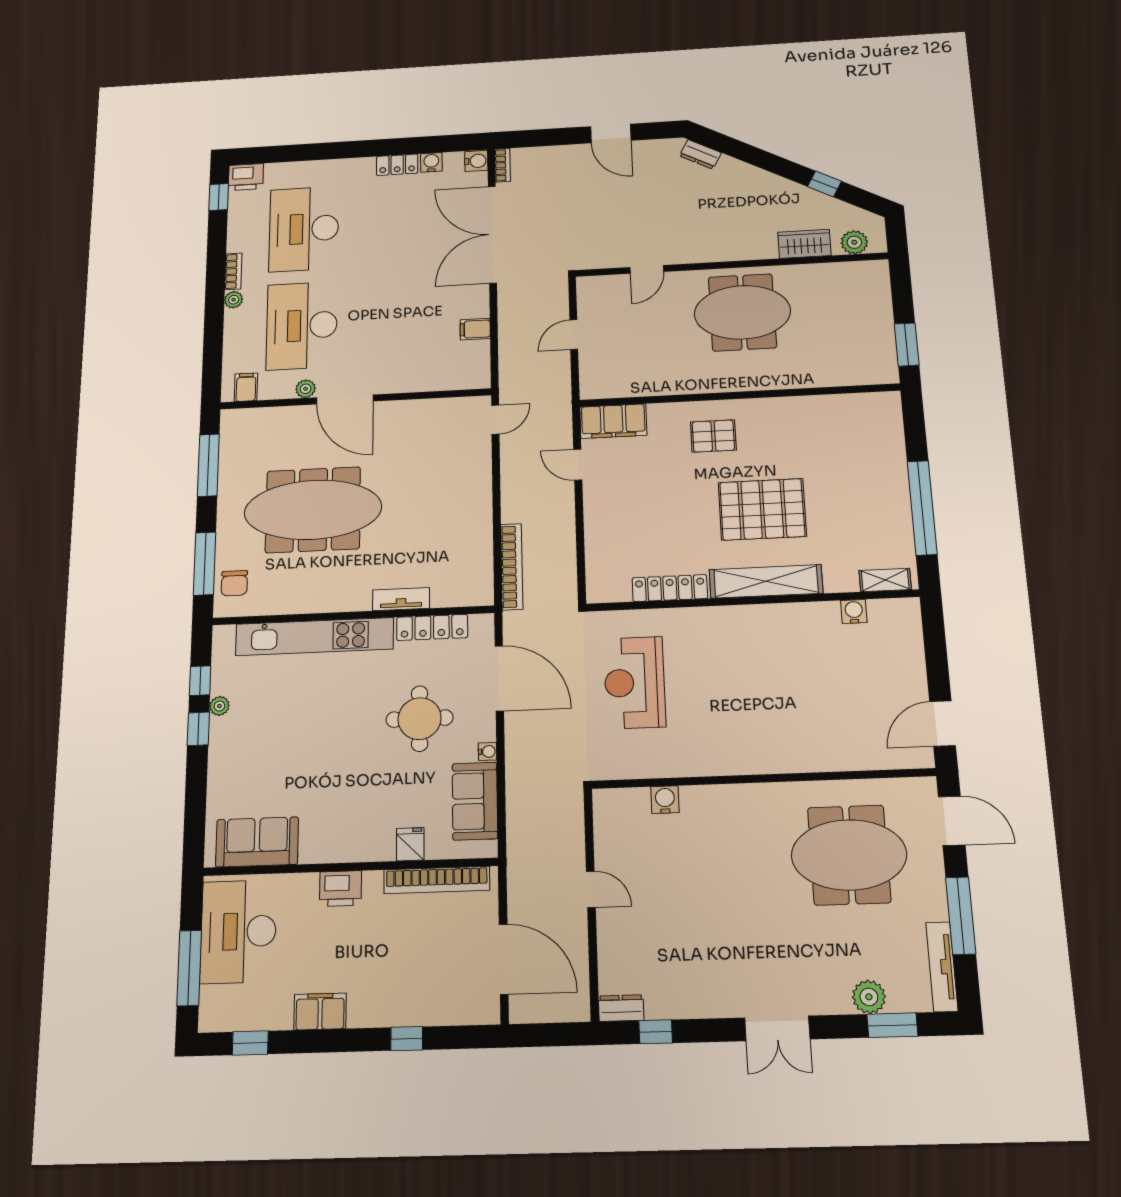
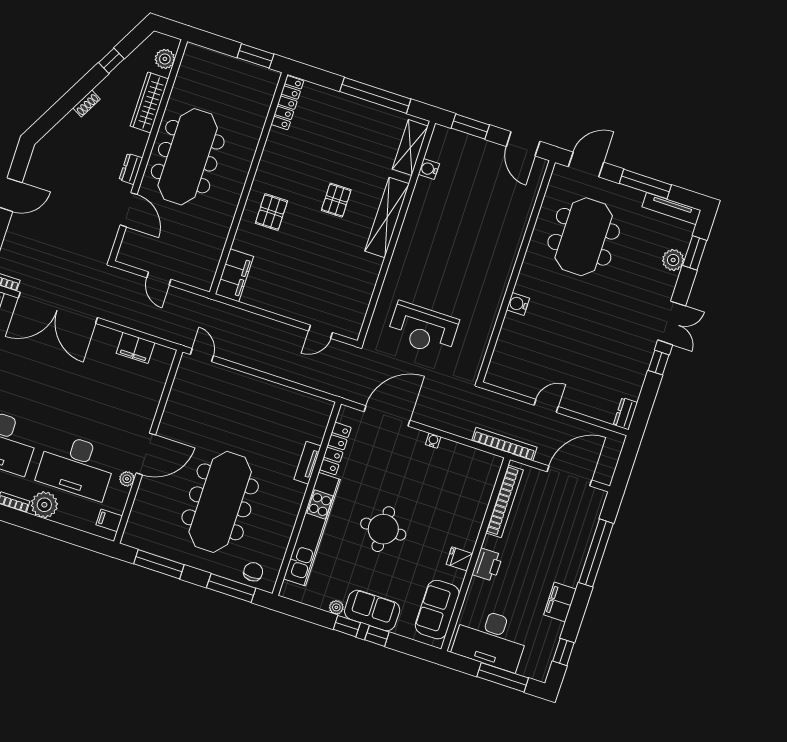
dresser: (700, 154) -> (131, 169), moved, turned 152
shoe rack: (759, 176) -> (86, 103), added
wardrobe: (804, 244) -> (149, 103), width x1.50
door: (647, 269) -> (129, 210), width x1.38
plant: (234, 300) -> (44, 505), width x1.87, depth x1.87
meeting table: (742, 312) -> (188, 157), width x1.36
filing cabinet: (475, 329) -> (135, 348), width x2.00
door: (578, 465) -> (321, 332), moved
pallet: (762, 509) -> (336, 200), width x0.49, depth x0.50
bookcase: (512, 567) -> (504, 444), moved
shelving: (885, 580) -> (410, 148), width x1.50, depth x1.33
chair: (234, 583) -> (253, 572), turned -90
locker: (670, 588) -> (287, 103), moved, turned 180
window: (935, 644) -> (470, 126), added
window: (200, 681) -> (377, 636), moved
round table: (420, 719) -> (383, 529), moved
water cooler: (665, 800) -> (518, 304), moved
sofa: (475, 801) -> (372, 610), moved, turned 180
fridge: (410, 844) -> (459, 559), moved
window: (656, 1032) -> (659, 363), moved
window: (407, 1039) -> (596, 553), width x3.17

